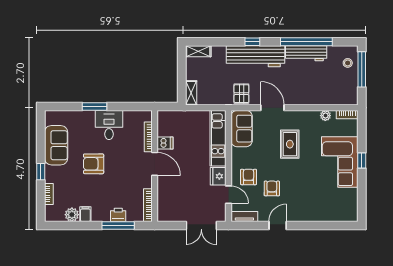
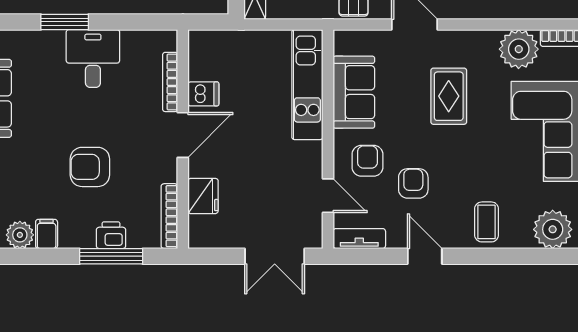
plant: (325, 116) -> (519, 49), width x1.88, depth x1.88
sofa: (242, 129) -> (354, 92), moved
armchair: (94, 164) -> (90, 167), moved
door: (155, 164) -> (183, 135), hinge flipped
fridge: (218, 176) -> (203, 196), moved, turned 180
coffee table: (309, 208) -> (487, 222), added
plant: (343, 212) -> (553, 229), added
door: (278, 225) -> (425, 256), hinge flipped

